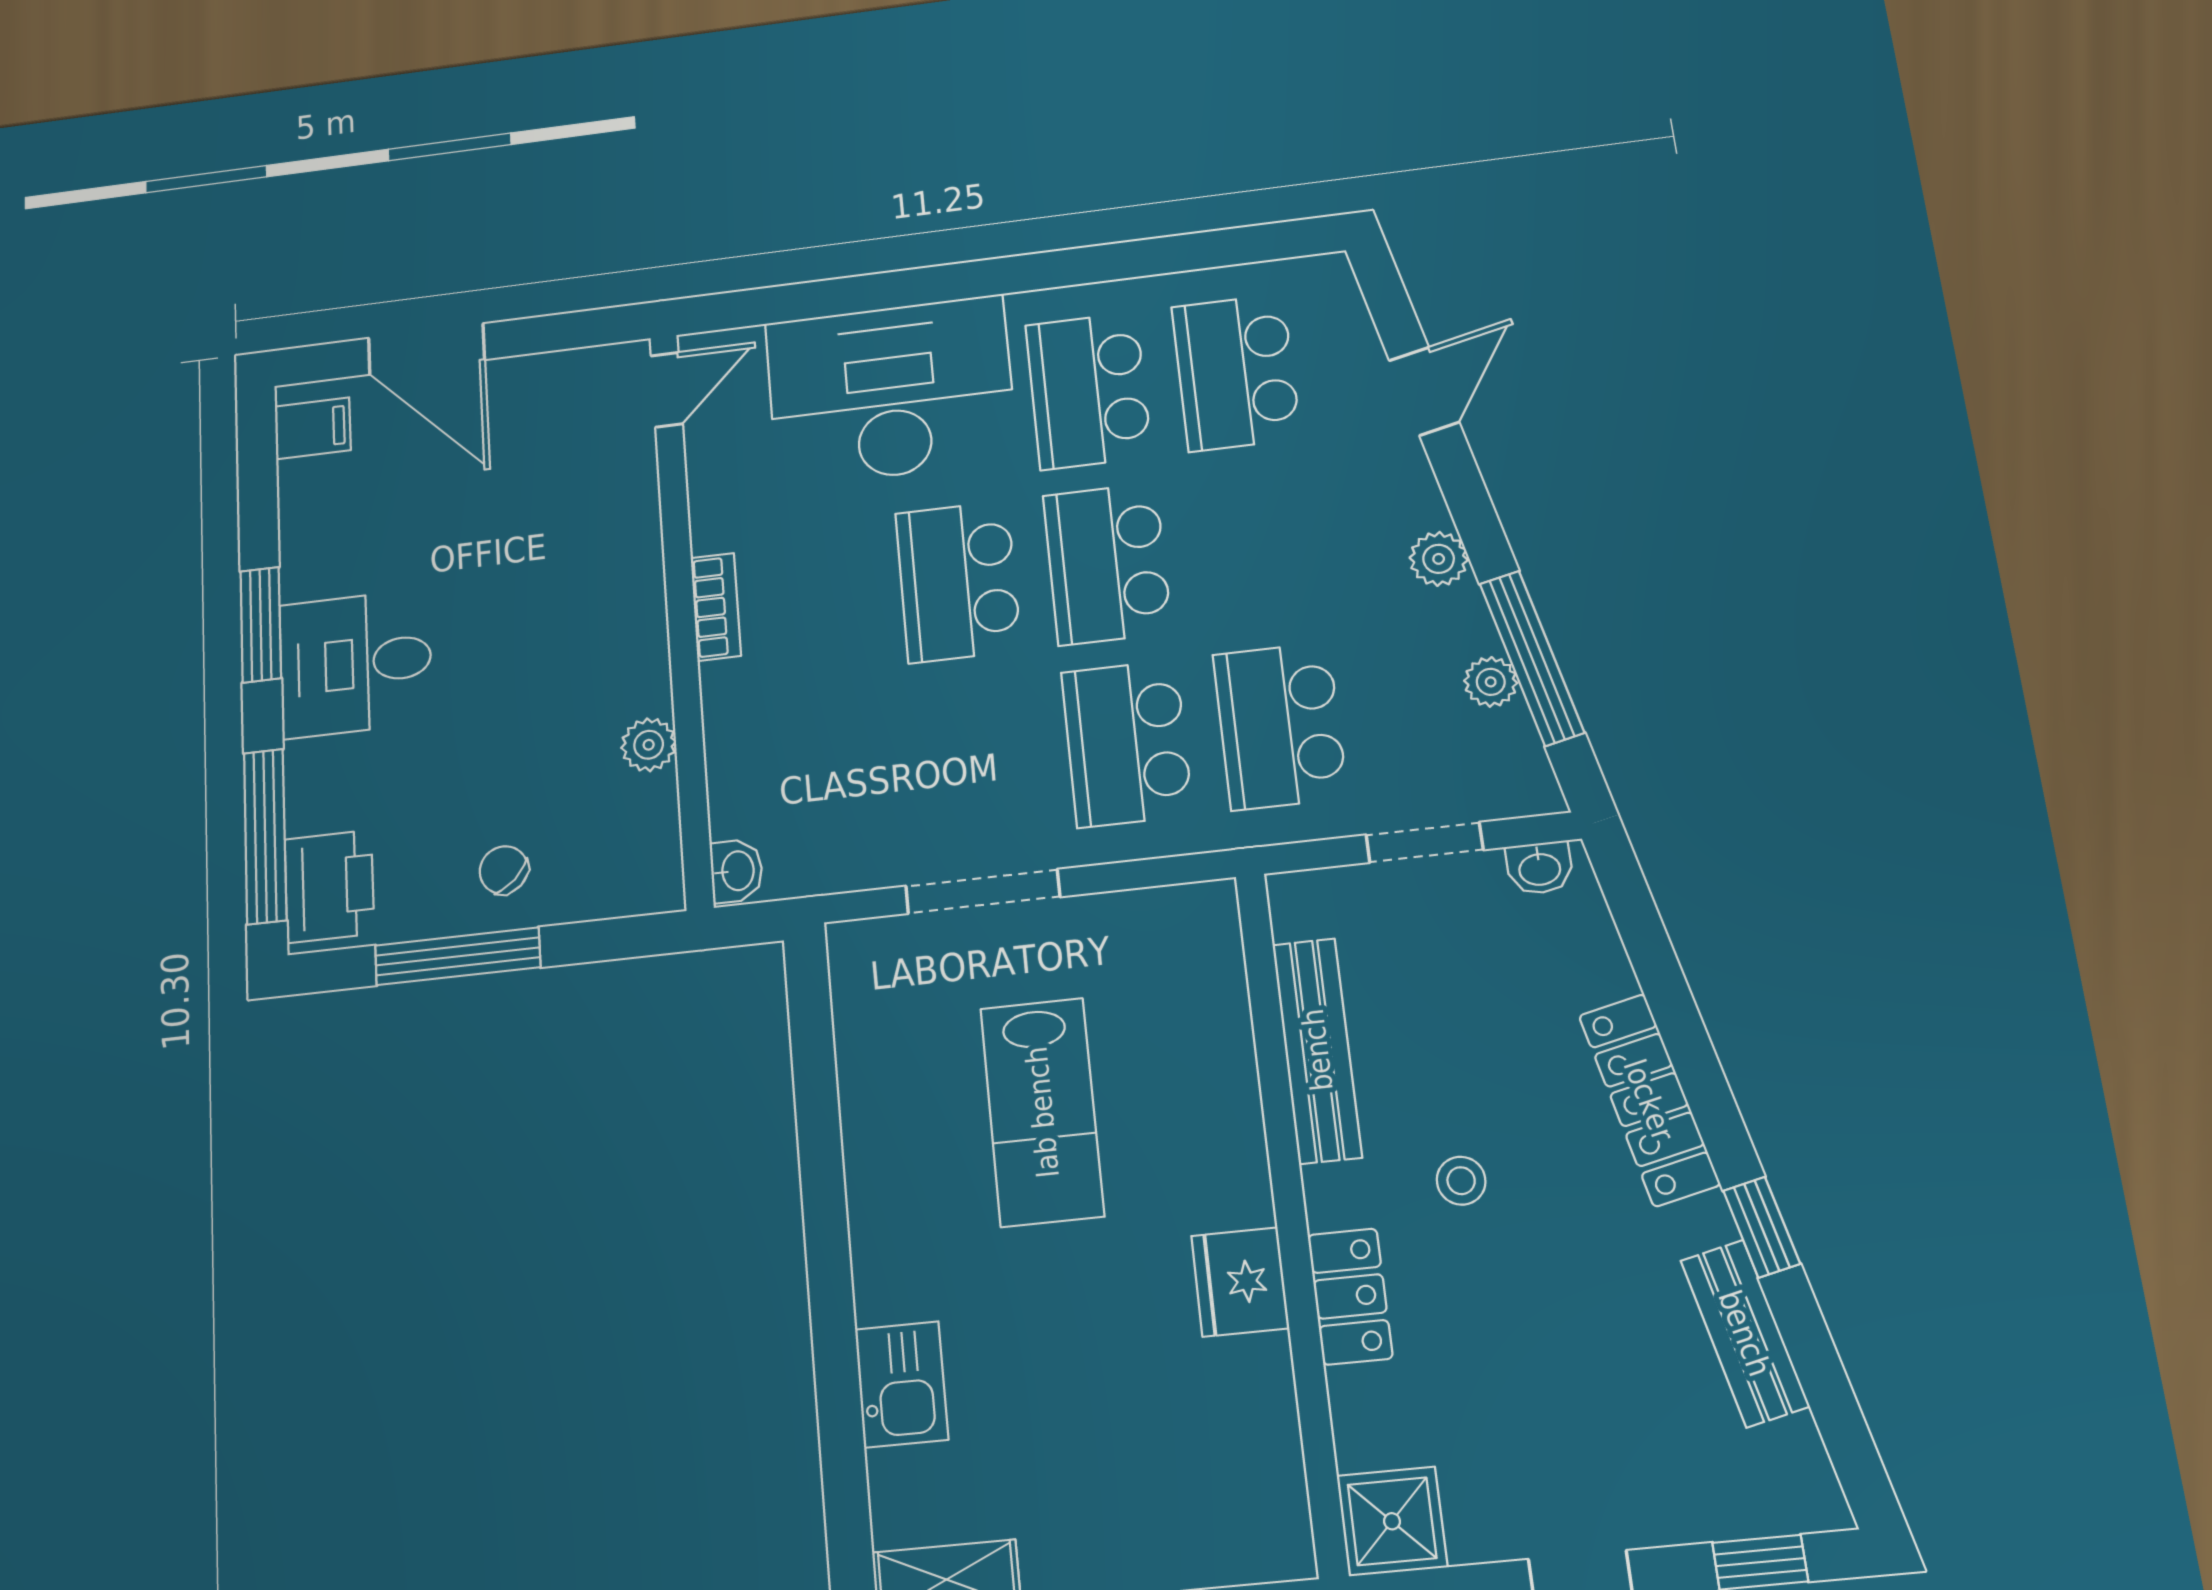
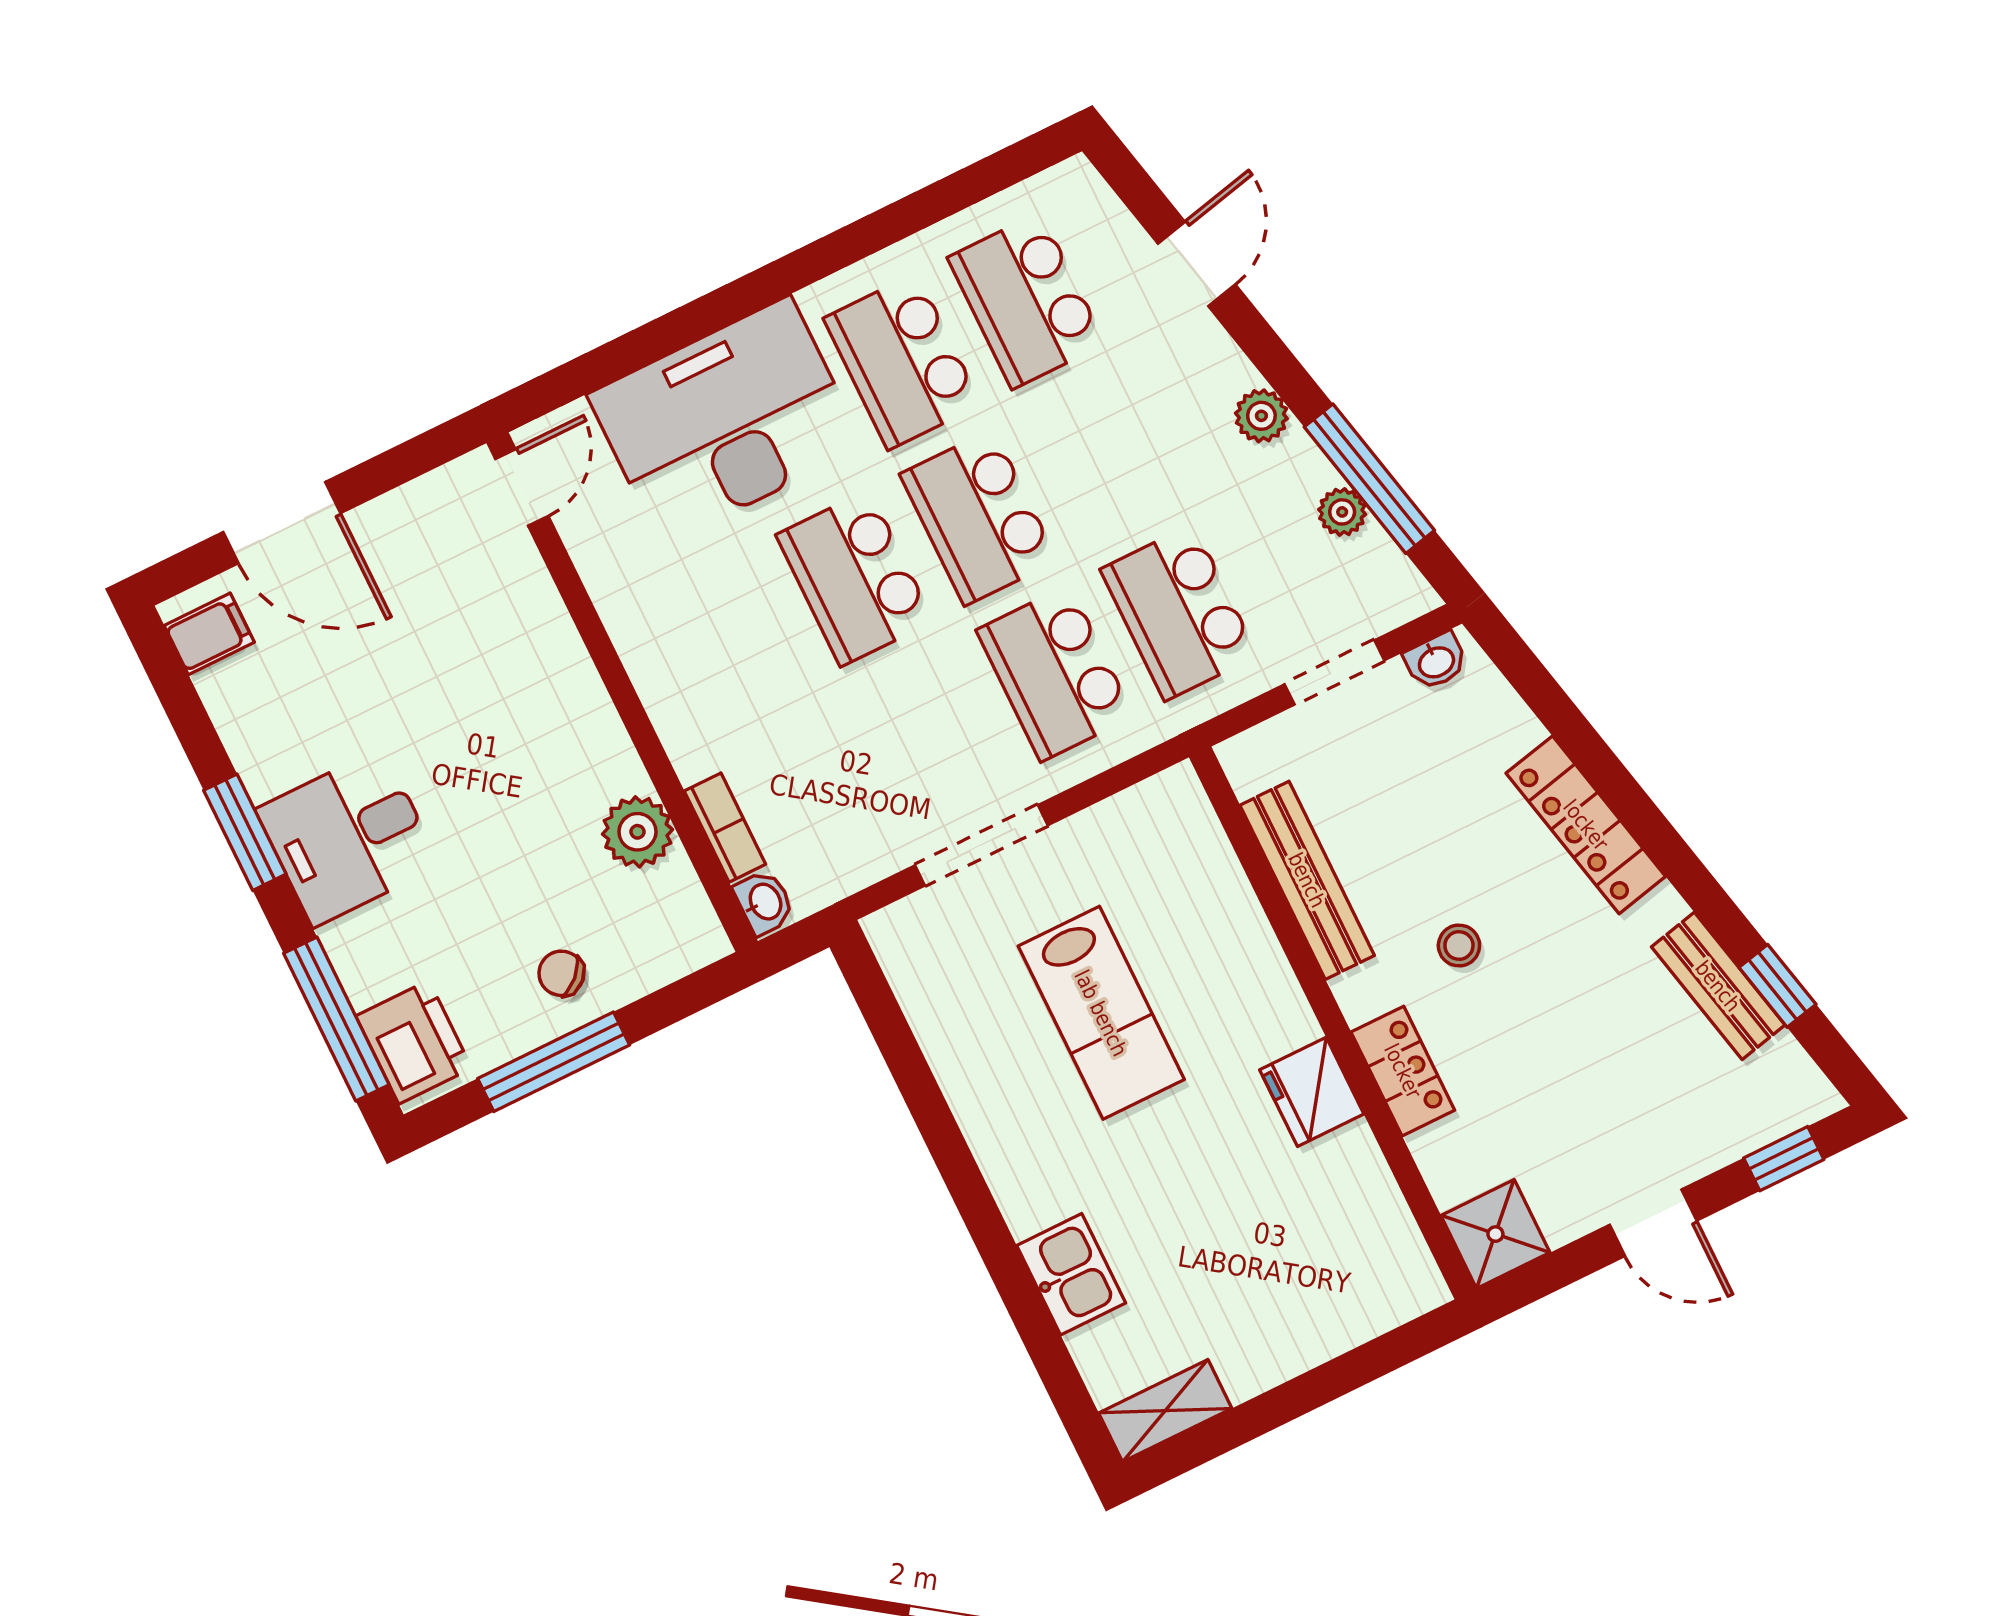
bookcase: (716, 607) -> (725, 828), moved
plant: (649, 745) -> (637, 832), width x1.38, depth x1.38
window: (1762, 1227) -> (1777, 986), moved

